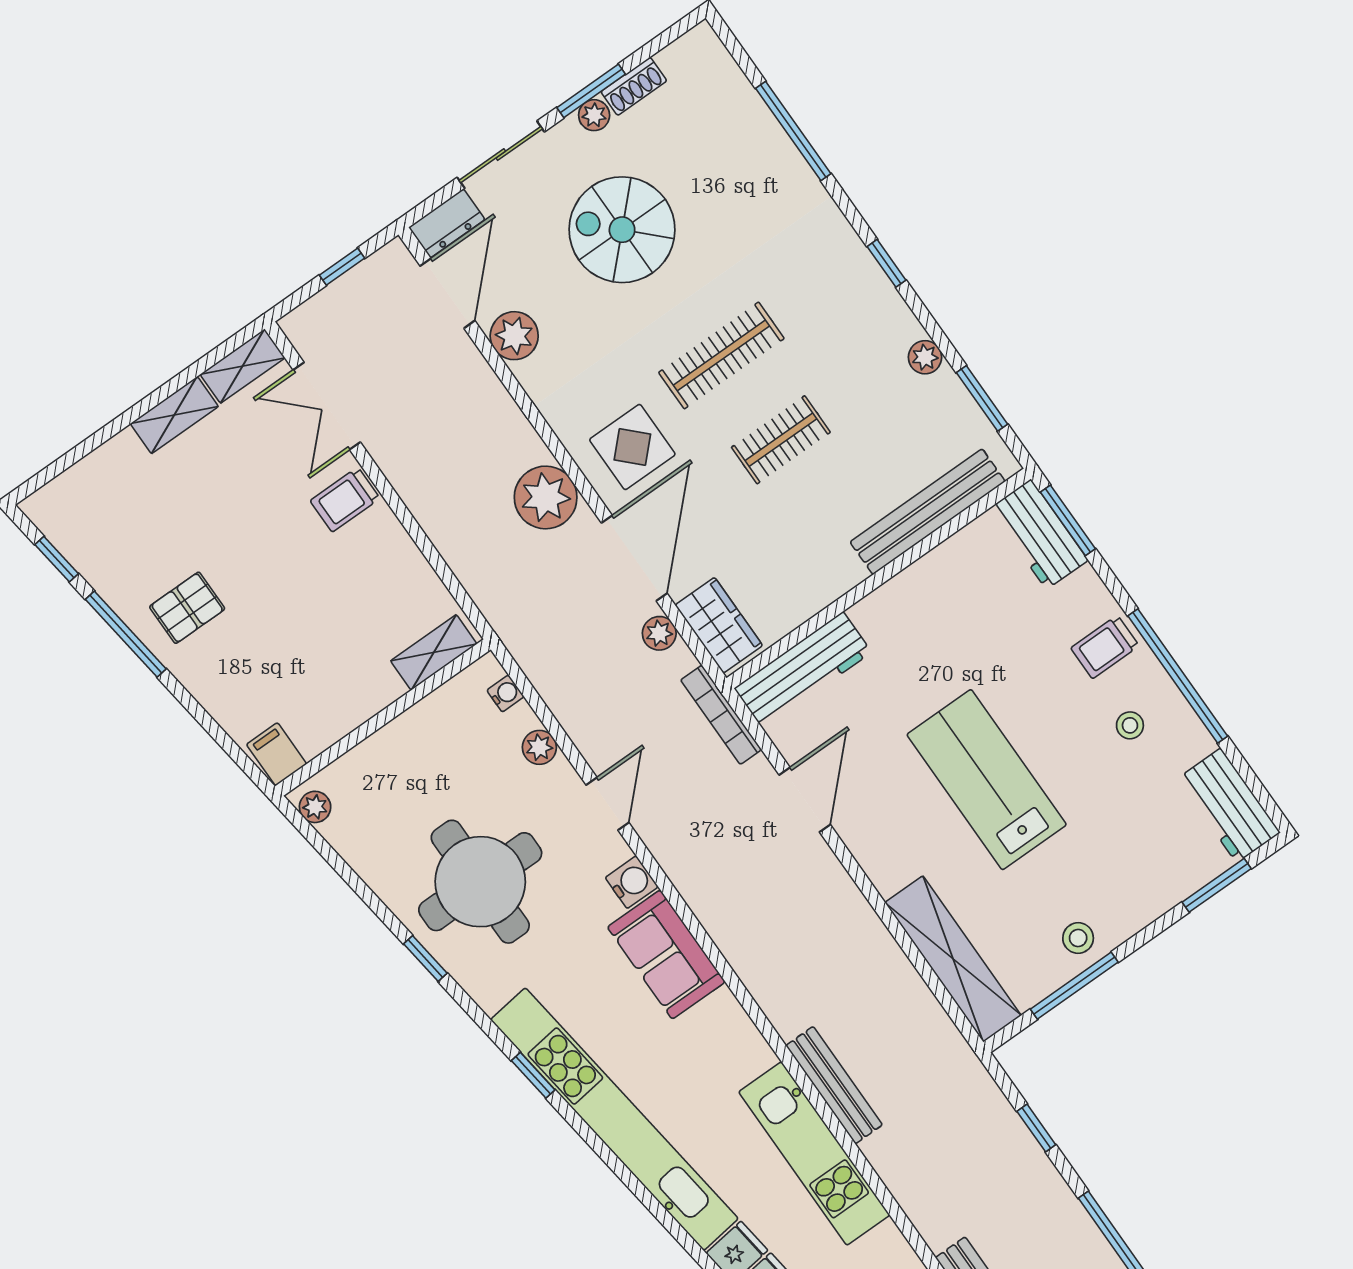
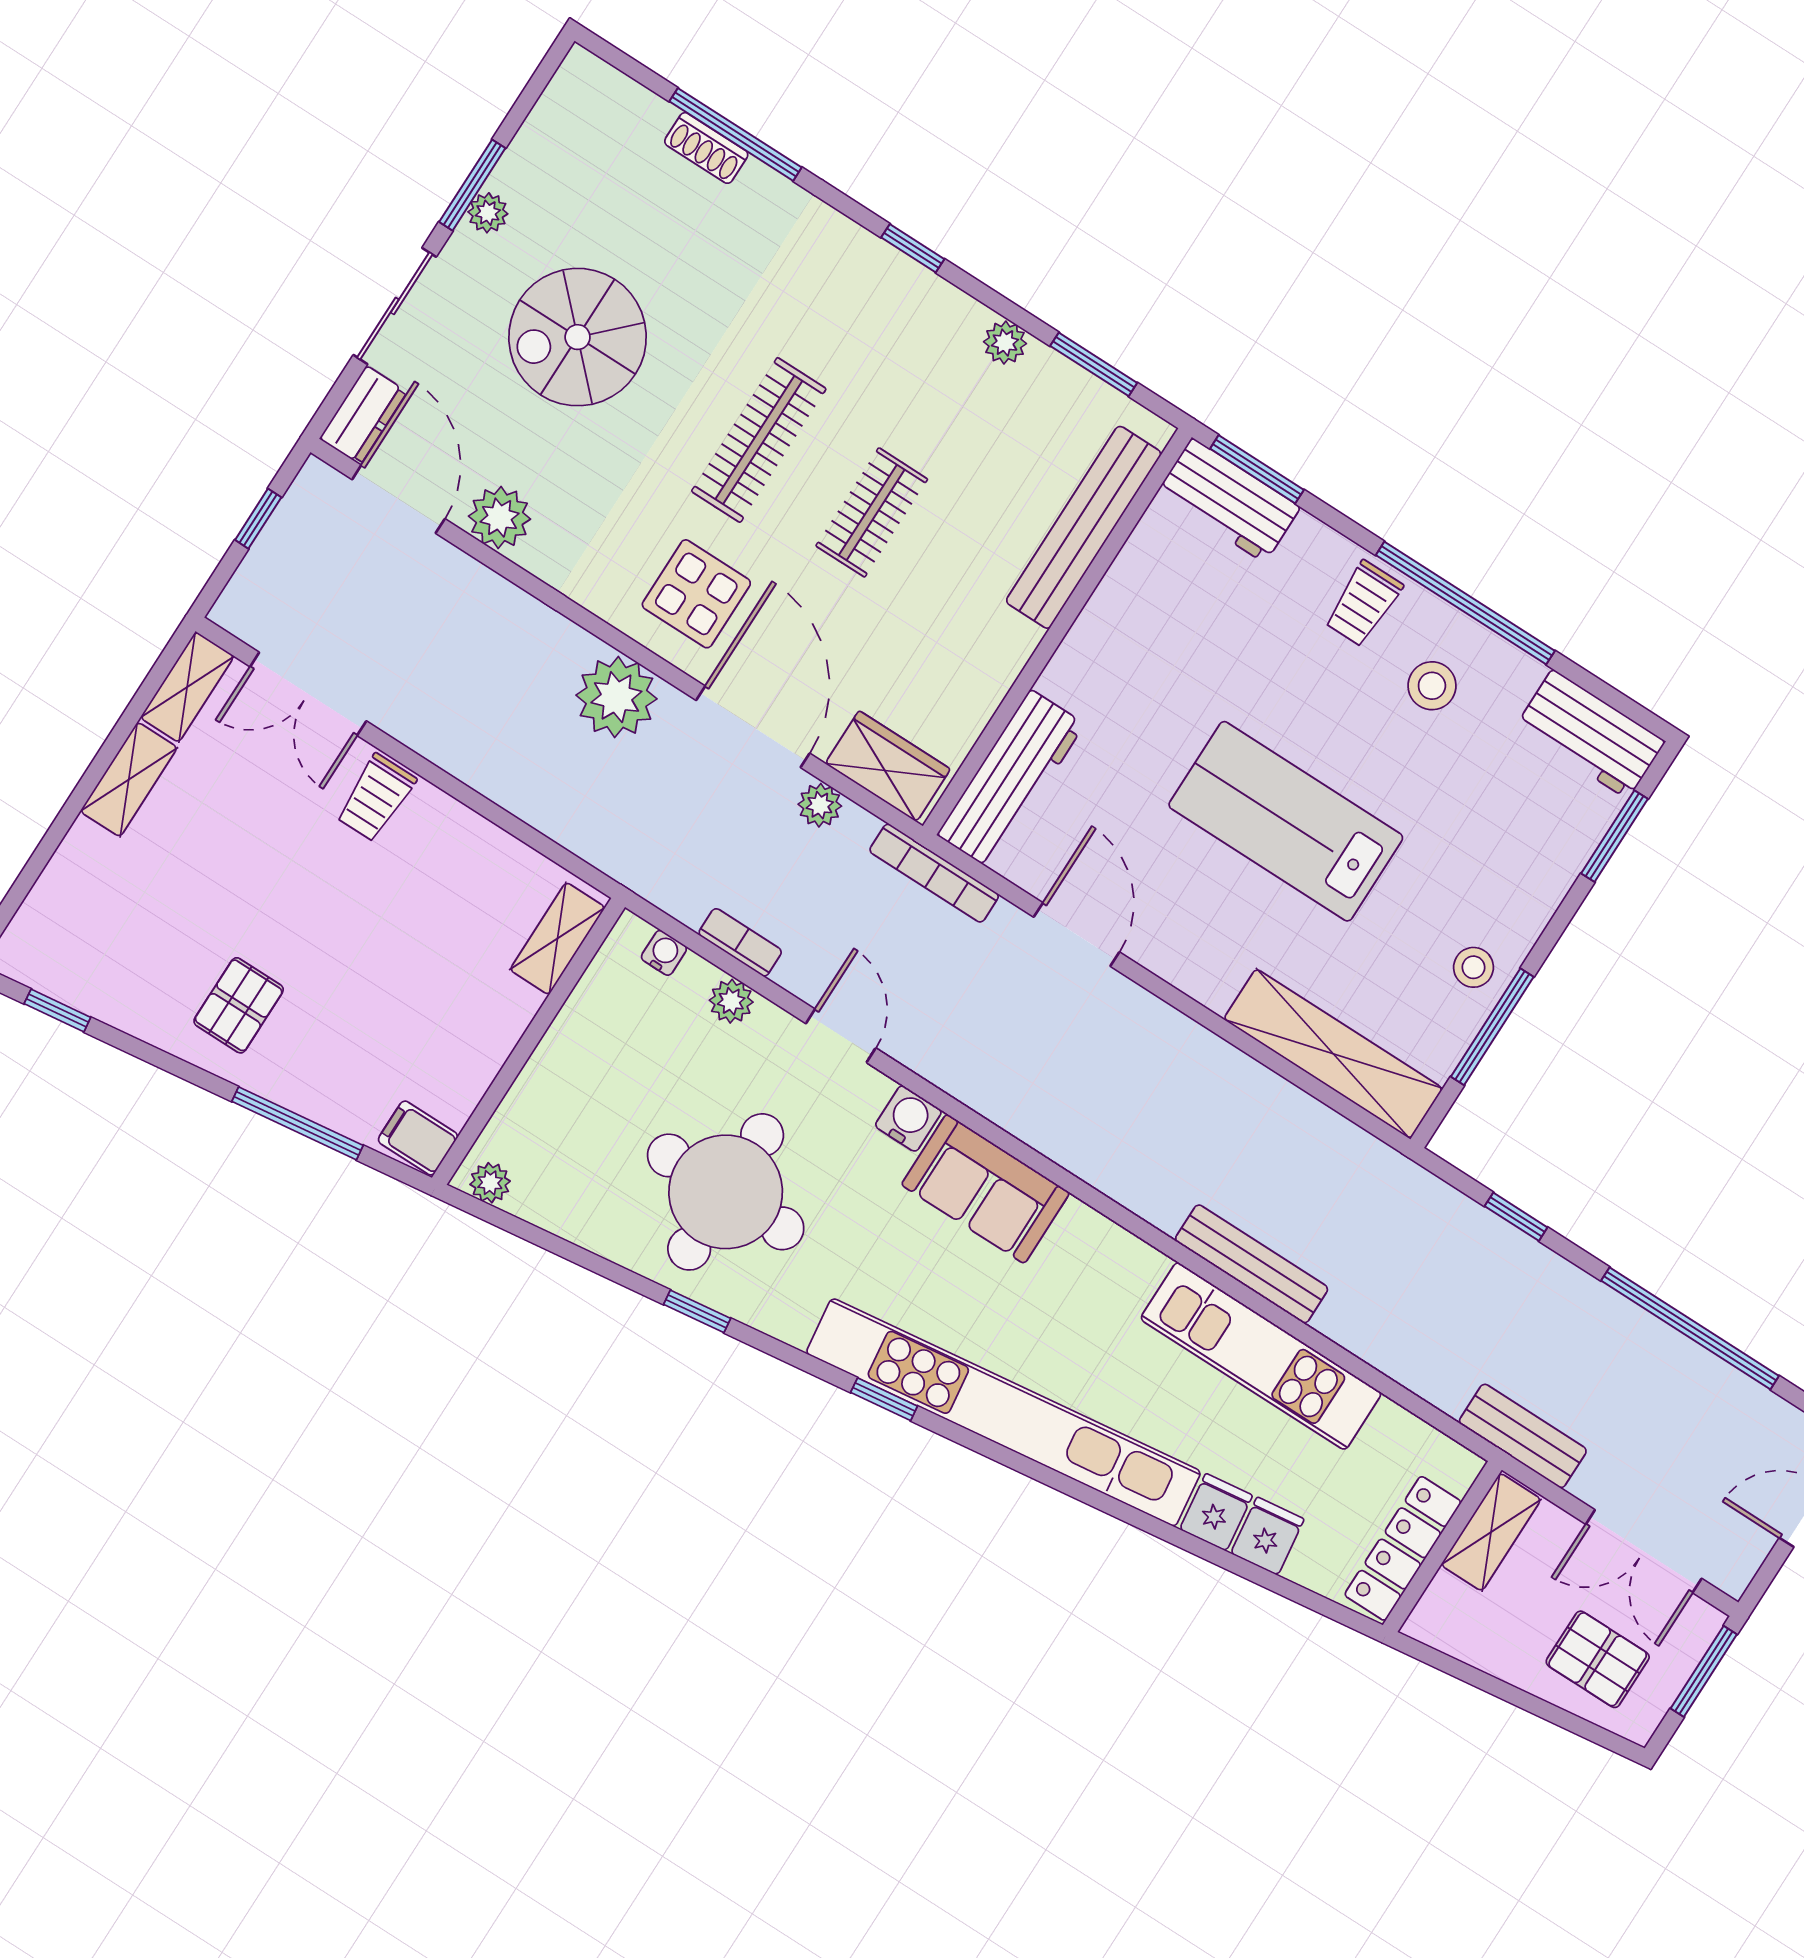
shoe rack: (634, 86) -> (706, 148), moved, turned 90
window: (126, 634) -> (298, 1123), moved
bookcase: (563, 708) -> (740, 942), added
stool: (1130, 725) -> (1432, 686), width x1.37, depth x1.37

